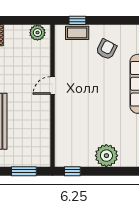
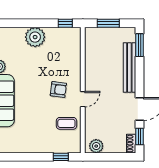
coffee table: (77, 33) -> (66, 123), moved
armchair: (106, 49) -> (58, 89), moved, turned -111

